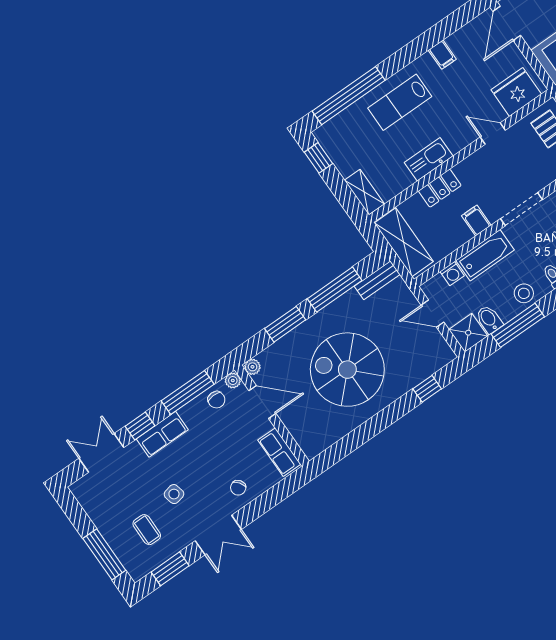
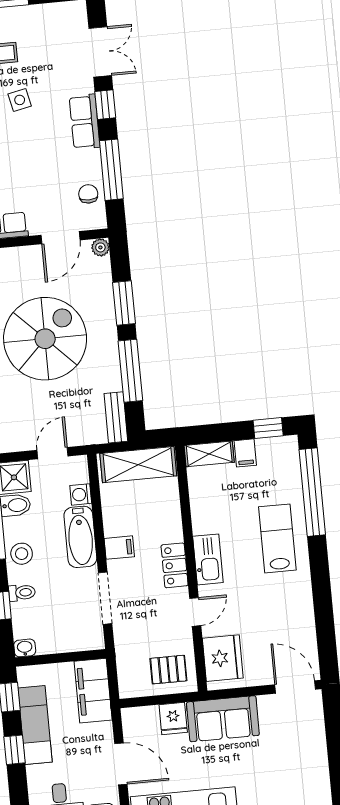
filing cabinet: (442, 55) -> (245, 453), moved, turned -90
kitchen sink: (429, 159) -> (208, 559), moved
locker: (440, 188) -> (175, 565), moved
plant: (233, 380) -> (98, 221), removed
chair: (216, 400) -> (88, 194), turned 92

